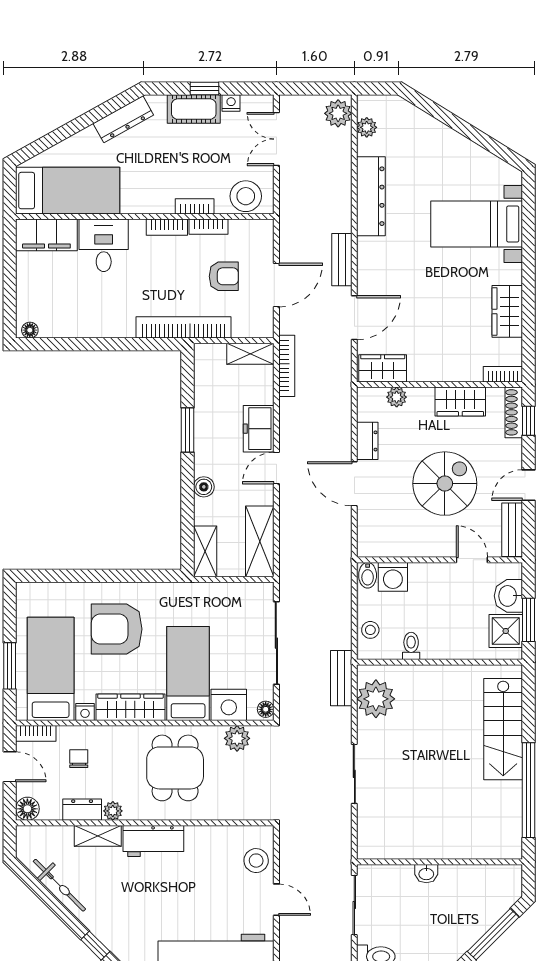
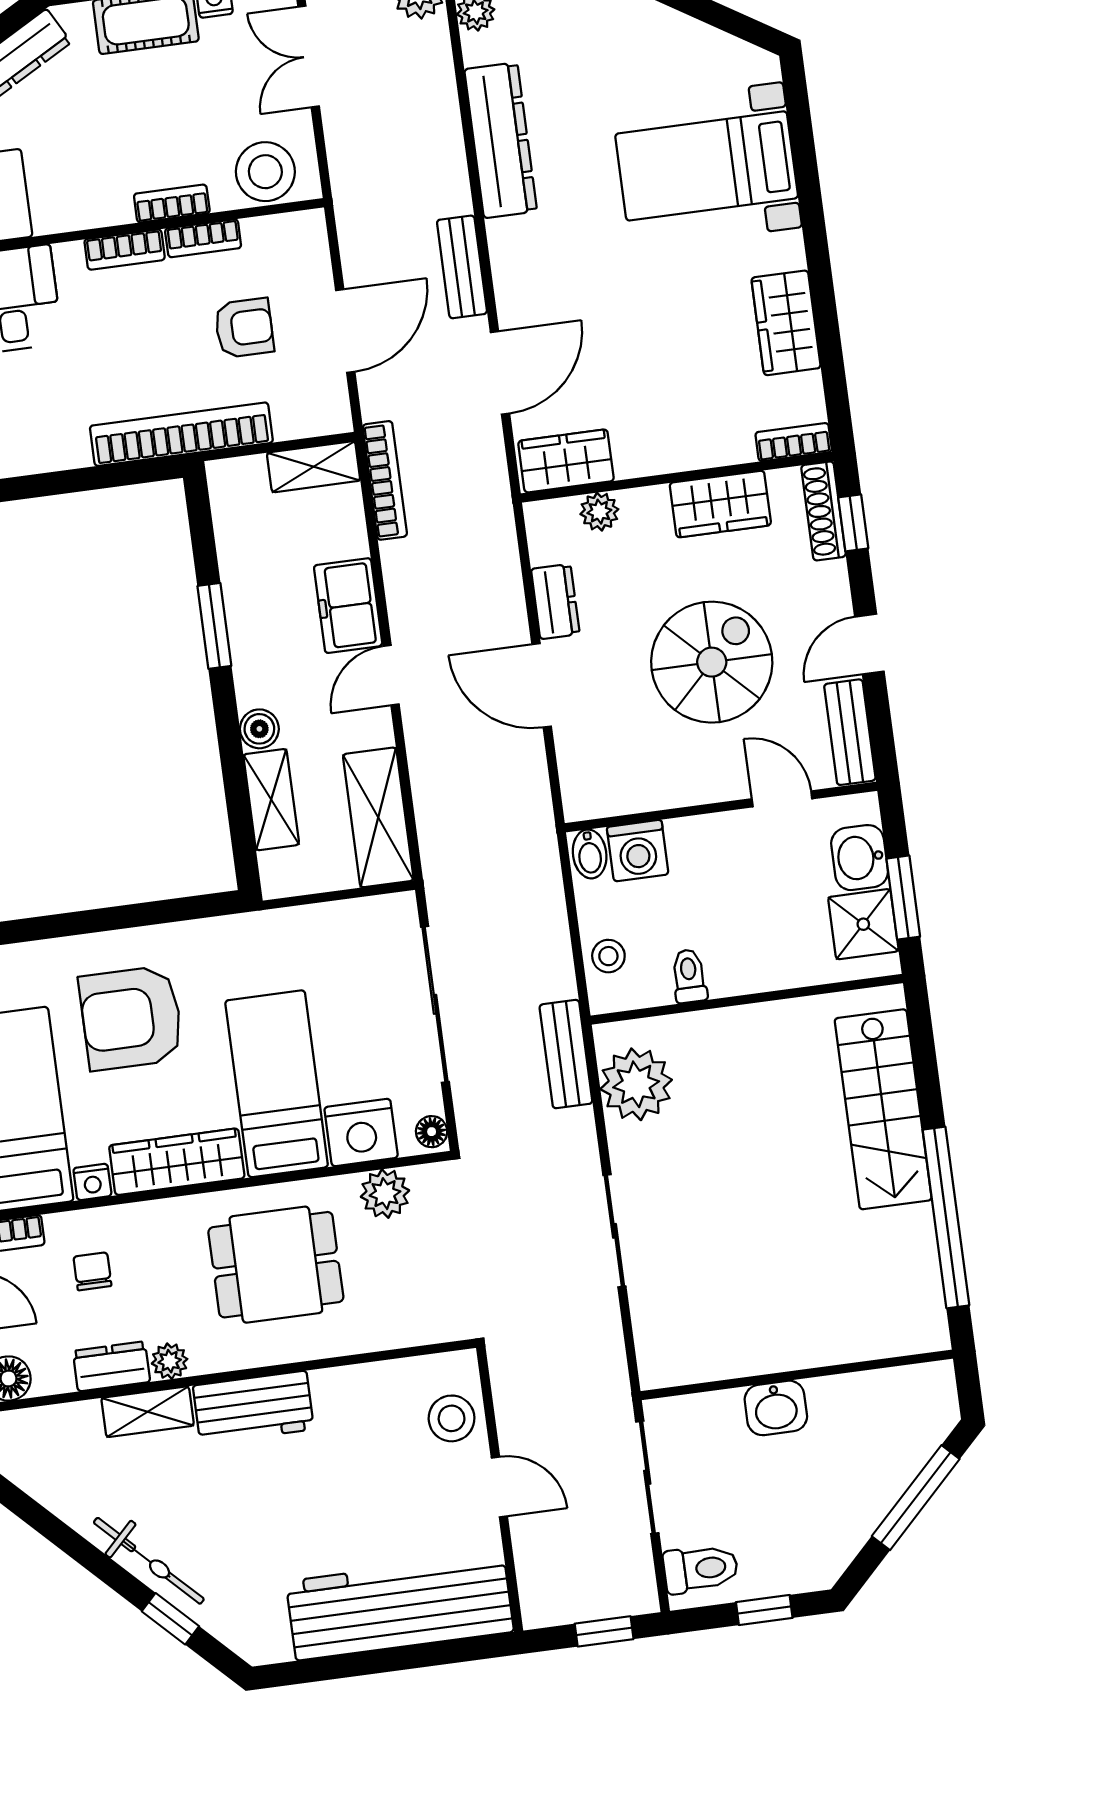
shelving: (205, 551) -> (271, 800), moved
dining table: (175, 768) -> (276, 1265), turned 90
washbasin: (426, 874) -> (776, 1408), width x1.38, depth x1.45
bicycle: (59, 885) -> (149, 1561), moved

